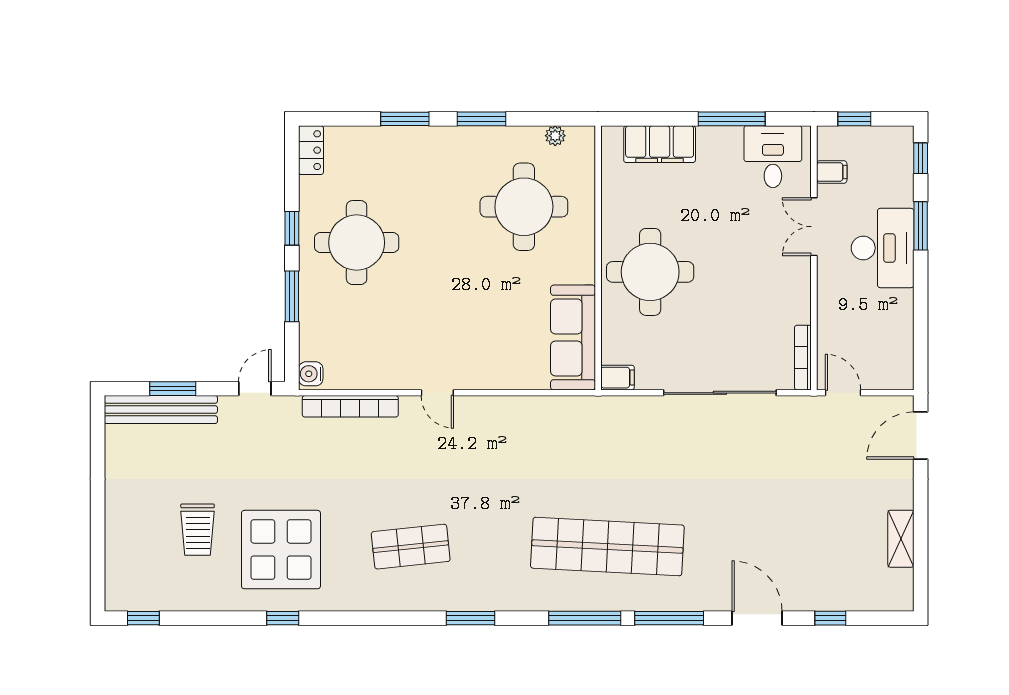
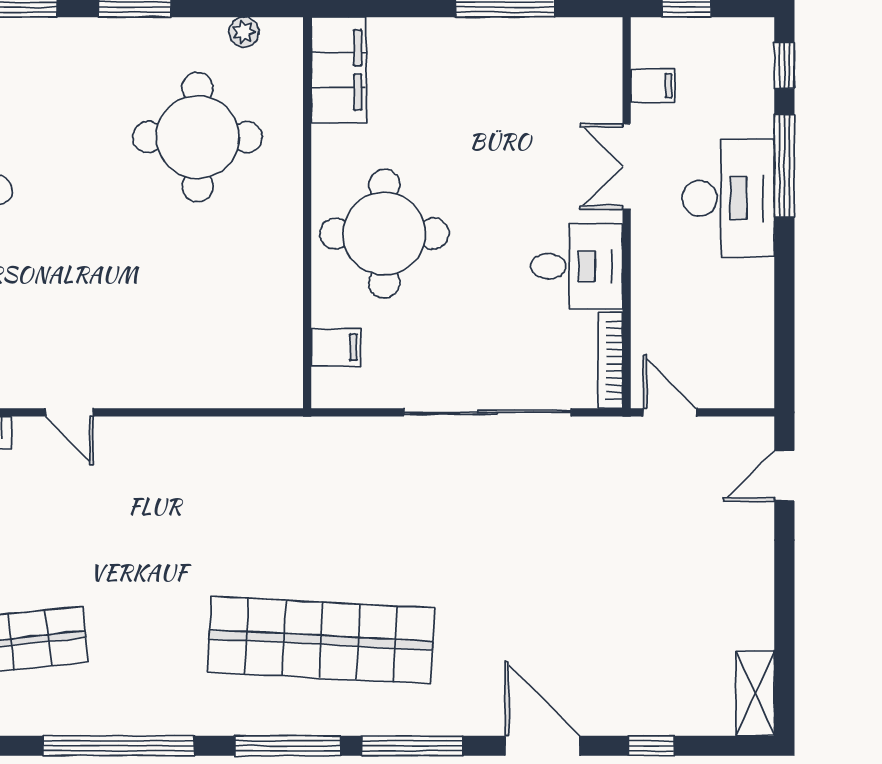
filing cabinet: (660, 144) -> (339, 70), moved, turned -90
desk: (773, 157) -> (577, 266), moved, turned 90
window: (921, 226) -> (784, 165), width x1.44
sofa: (573, 337) -> (270, 331), removed
filing cabinet: (617, 378) -> (336, 347), moved
door: (921, 436) -> (784, 476), width x0.73
shelving: (901, 539) -> (755, 693), moved
window: (470, 618) -> (118, 746), width x2.11

